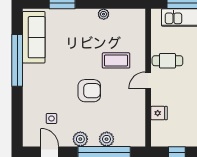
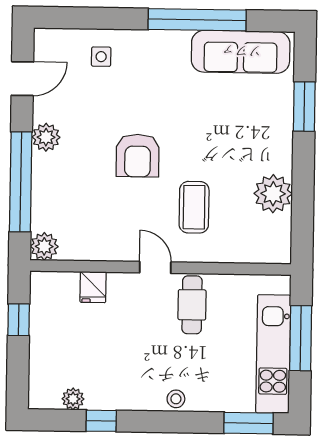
plant: (104, 14) -> (273, 194), width x1.88, depth x1.88
side table: (51, 118) -> (101, 57), moved
plant: (107, 139) -> (44, 246), moved

